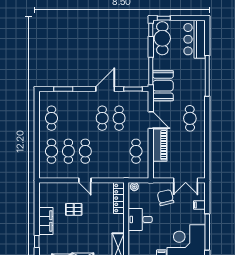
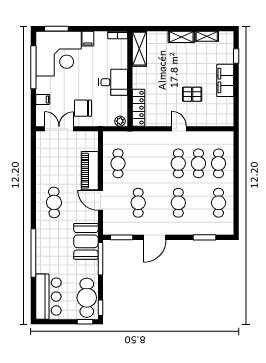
cafe table: (102, 118) -> (178, 203), moved
chair: (165, 198) -> (83, 108), turned 104

